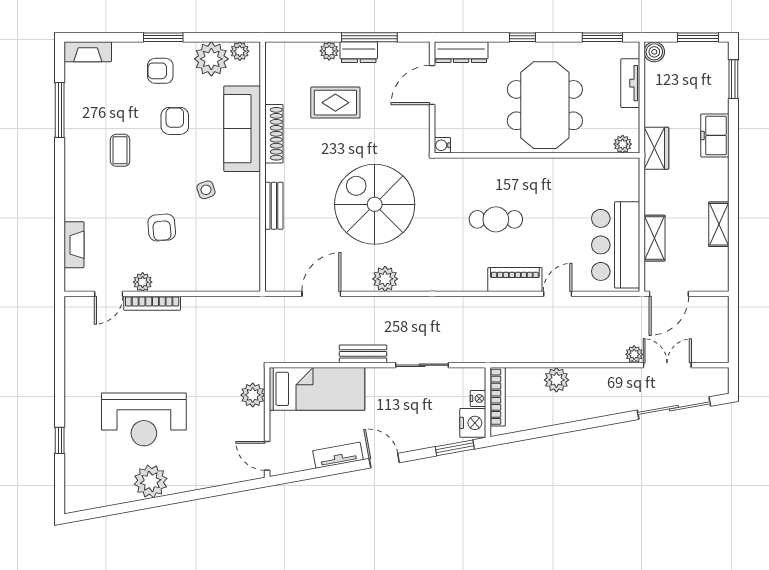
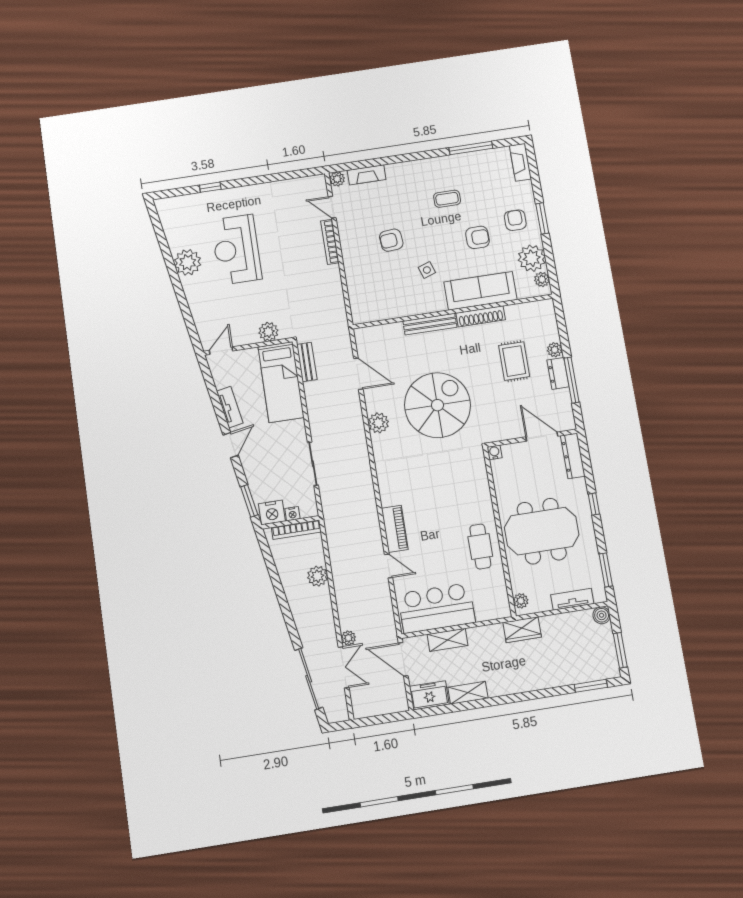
freezer: (715, 135) -> (429, 695), moved
bench: (274, 206) -> (430, 324), width x1.36
cafe table: (496, 219) -> (480, 546), moved
plant: (143, 282) -> (337, 179), moved
bench: (363, 354) -> (307, 362), moved

